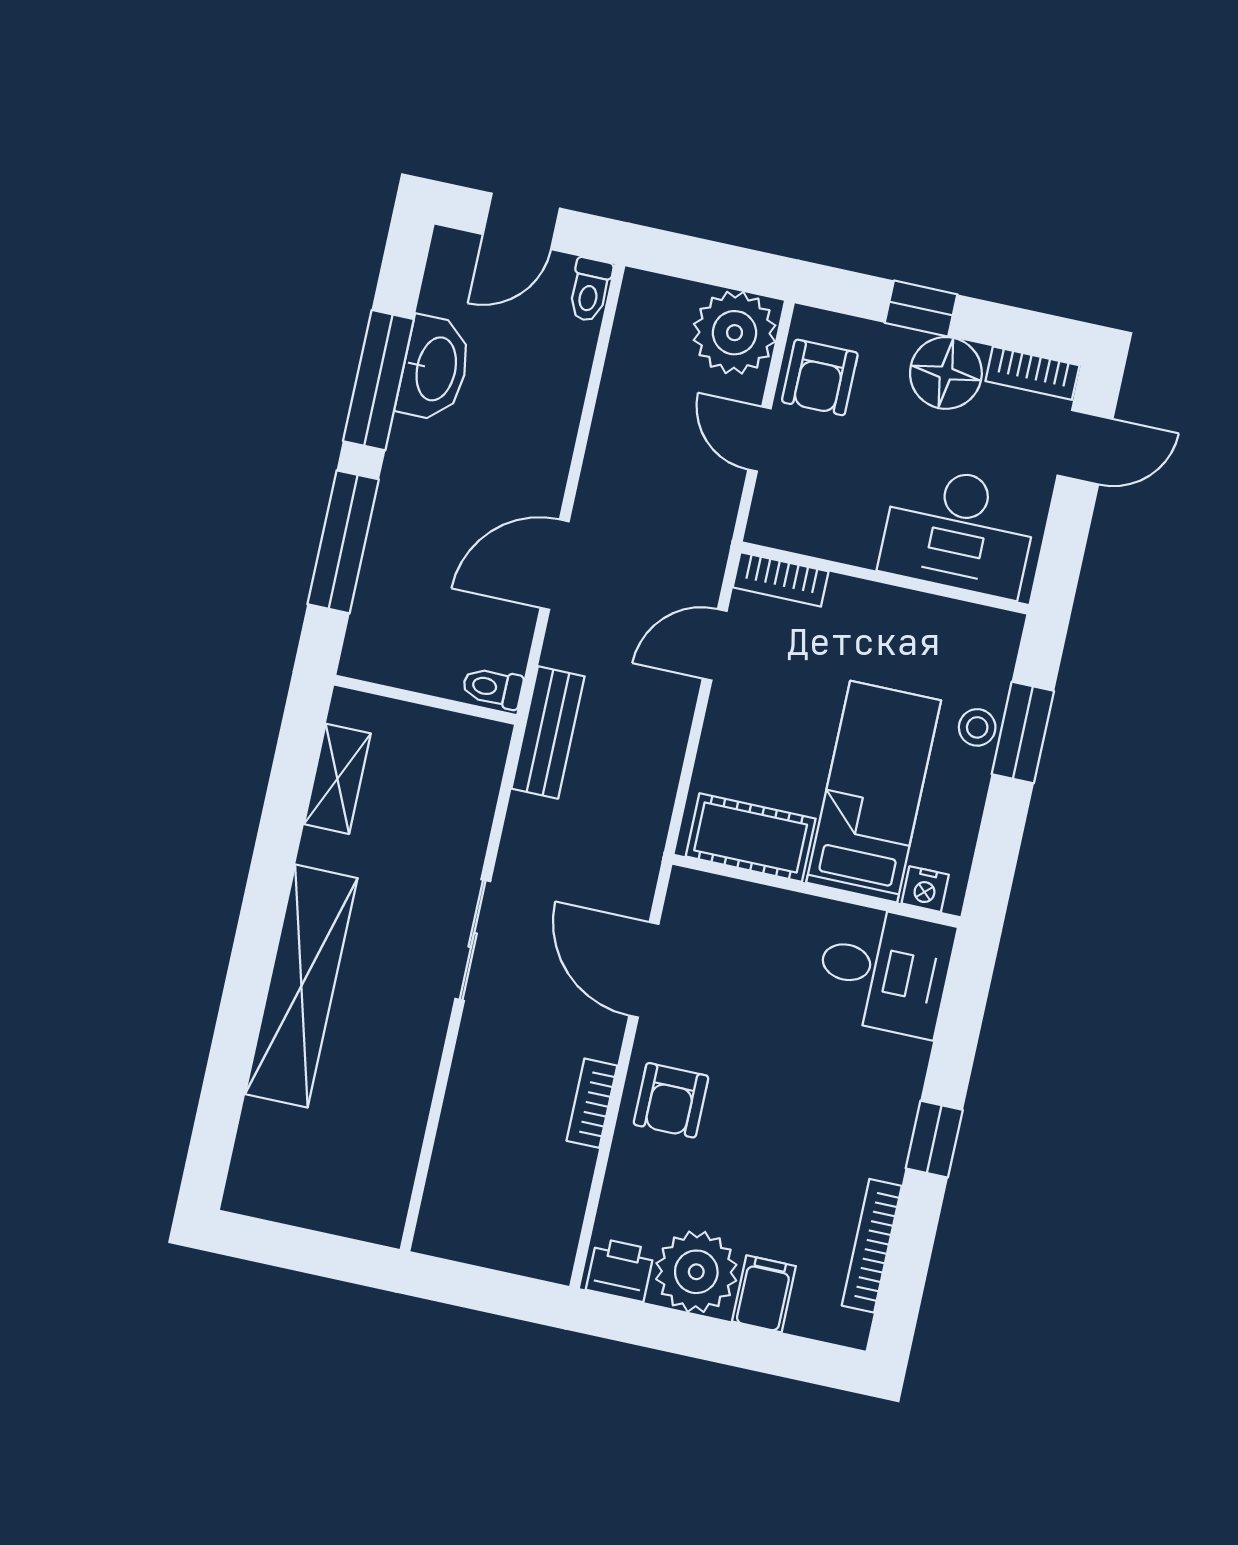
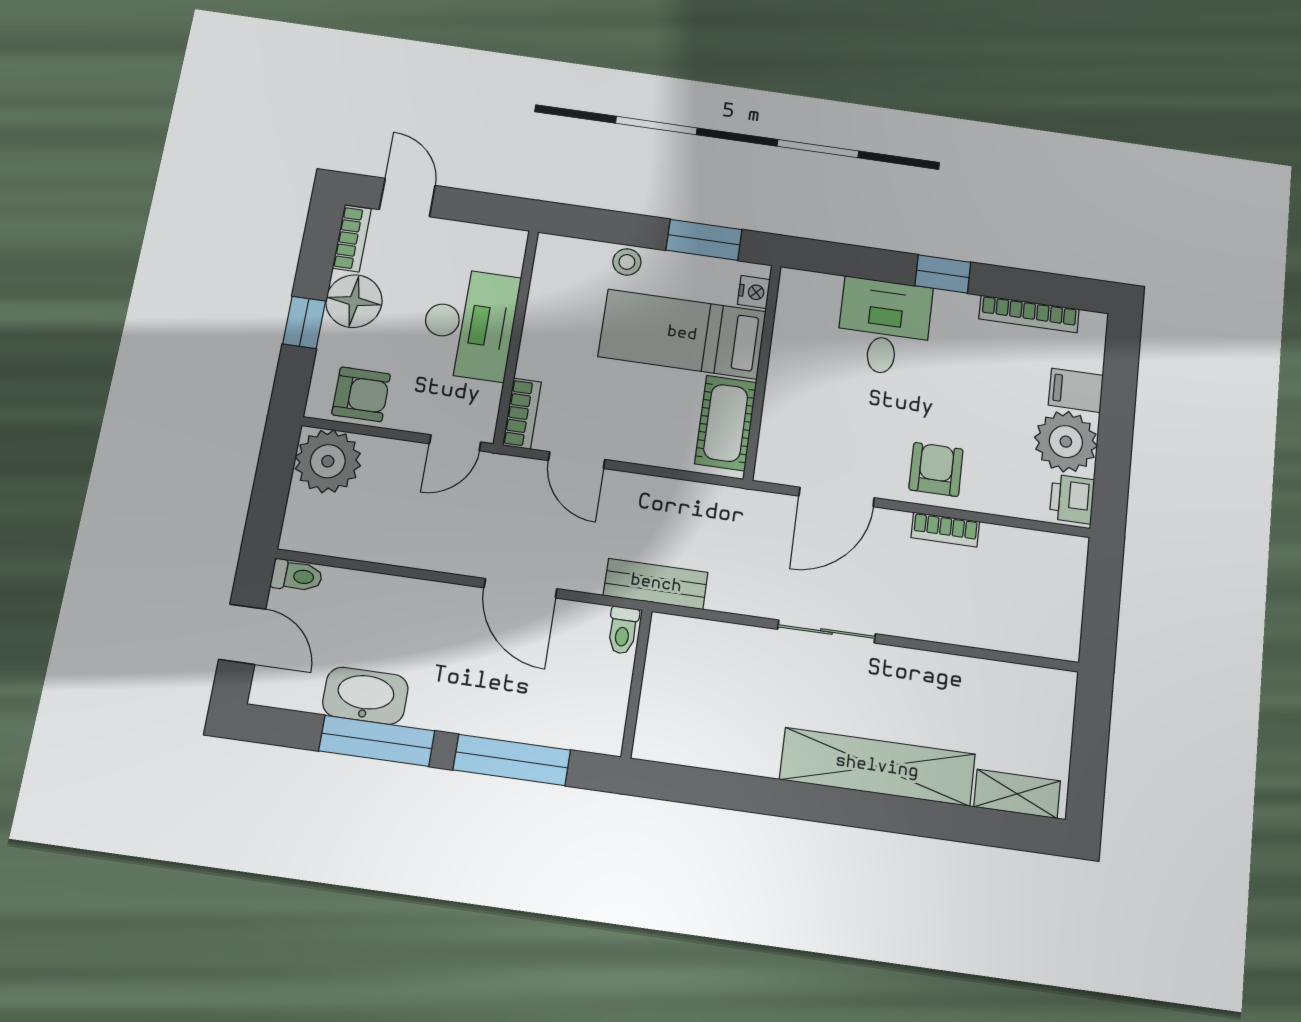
door: (759, 439) -> (455, 443), moved
desk: (959, 531) -> (469, 324), moved
window: (1023, 733) -> (704, 240), moved
shelving: (337, 779) -> (1017, 794), moved
desk: (884, 971) -> (884, 327), moved
armchair: (671, 1100) -> (936, 469), turned -90

